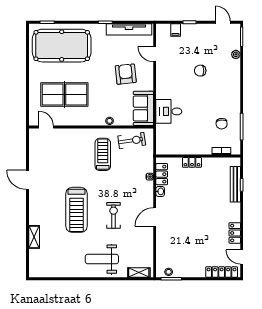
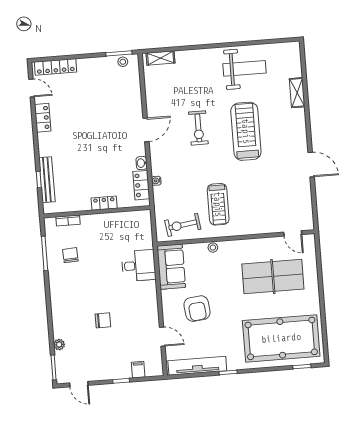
weight bench: (102, 259) -> (245, 68), moved

